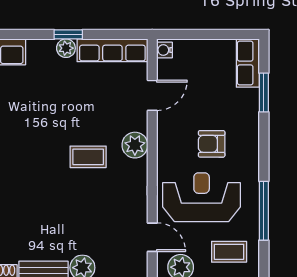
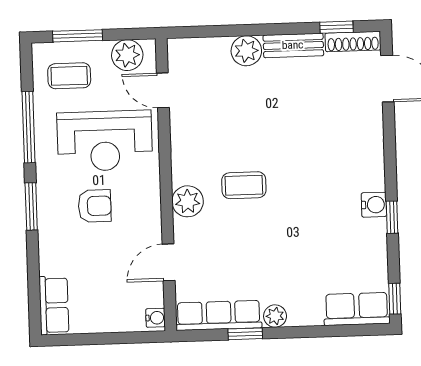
window: (68, 34) -> (245, 334), moved
window: (264, 92) -> (31, 206), moved

